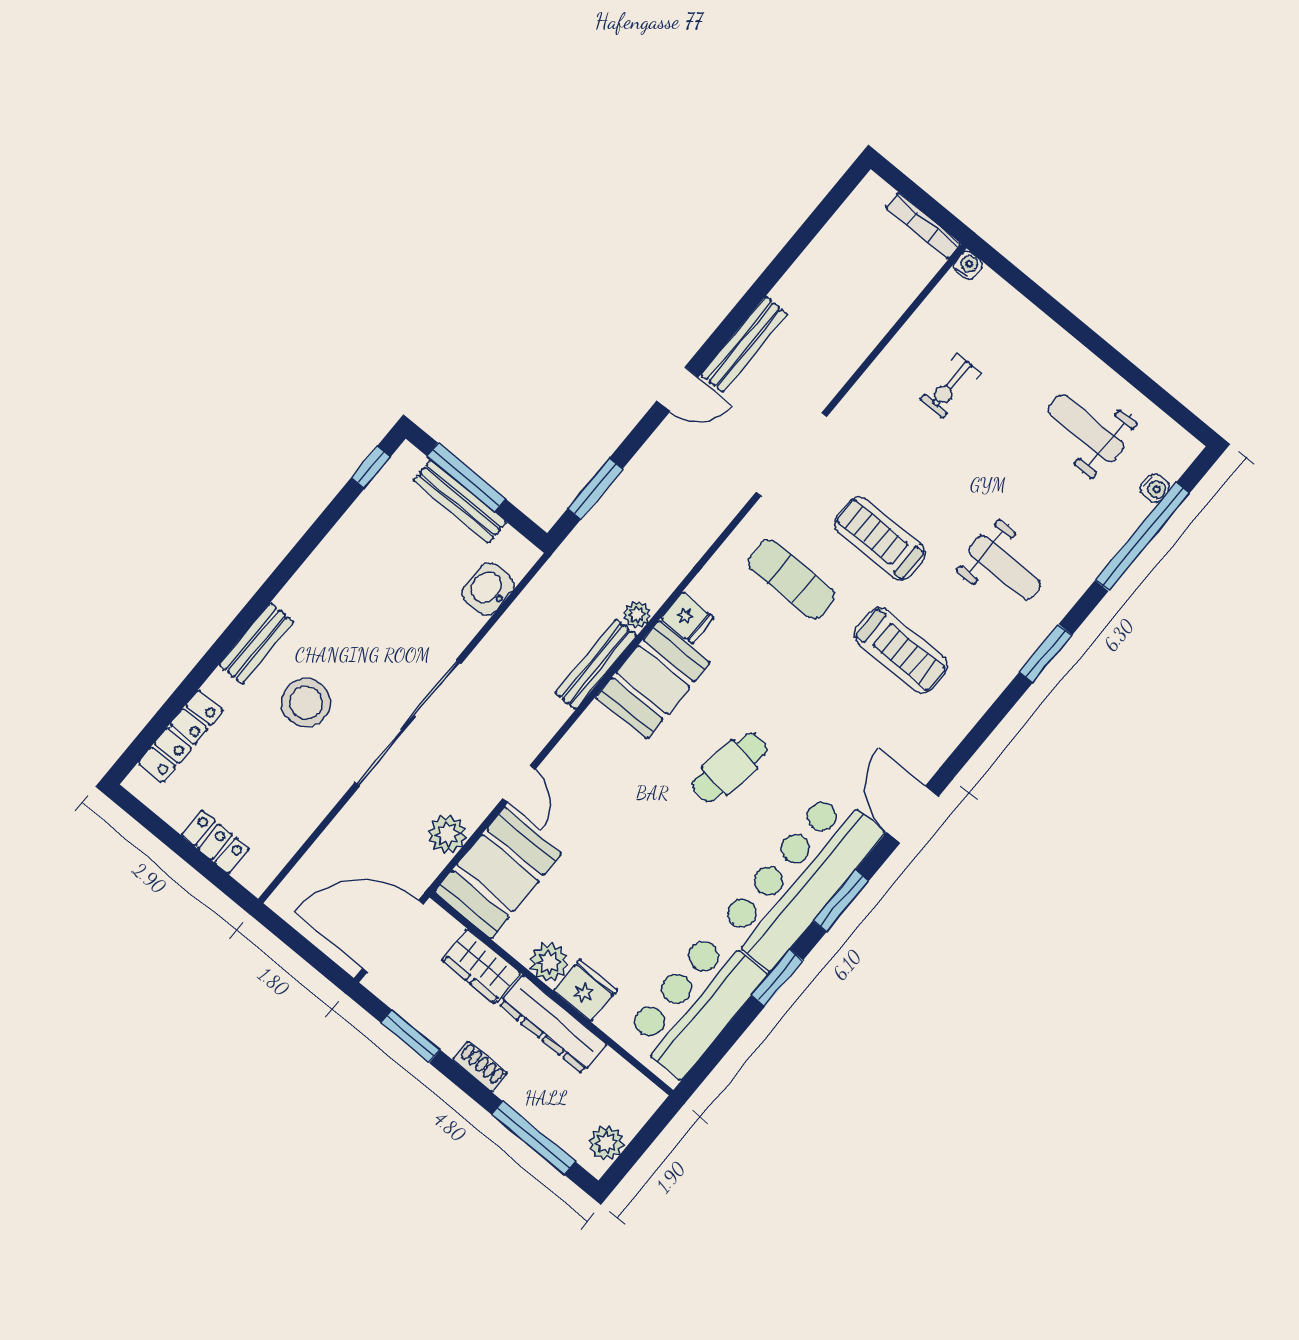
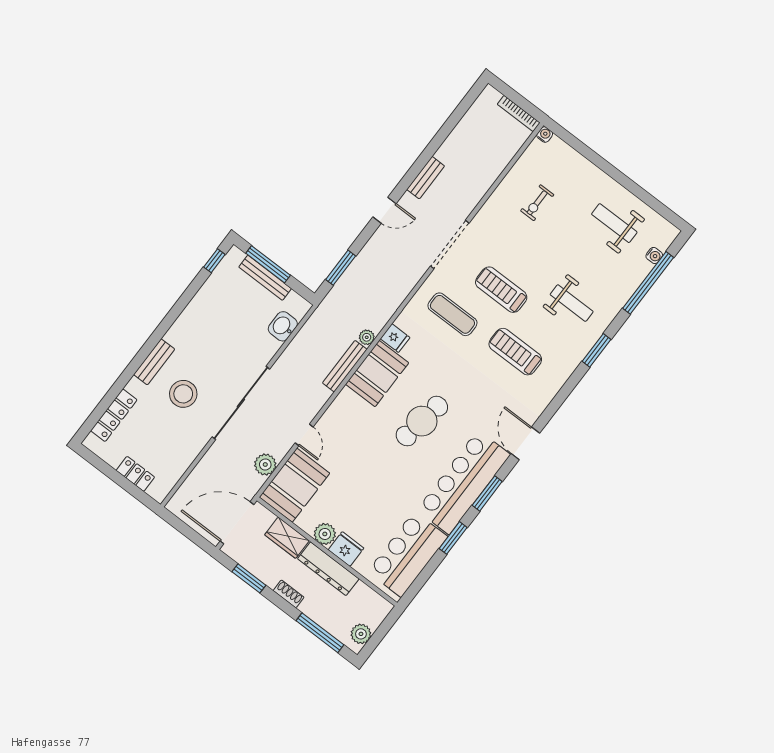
bench: (744, 344) -> (426, 178), width x0.73
treadmill: (901, 650) -> (515, 352), turned 180
cafe table: (730, 768) -> (422, 421), width x1.37, depth x1.35

